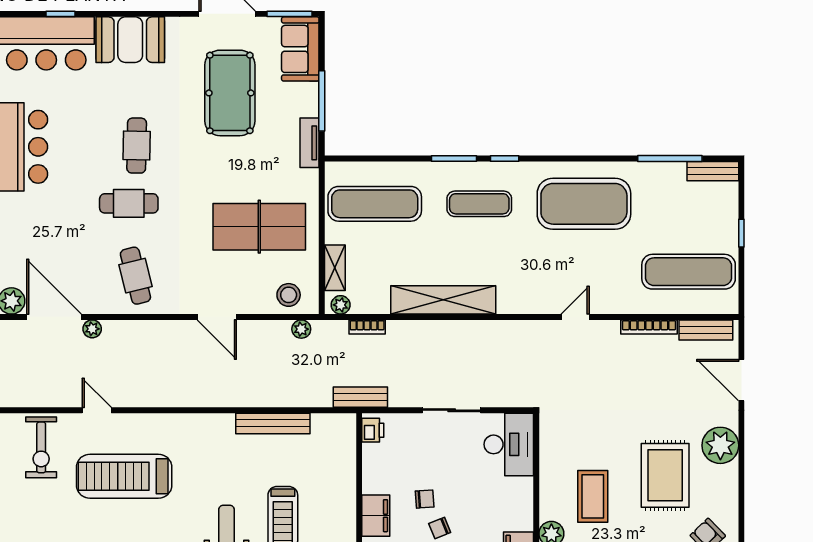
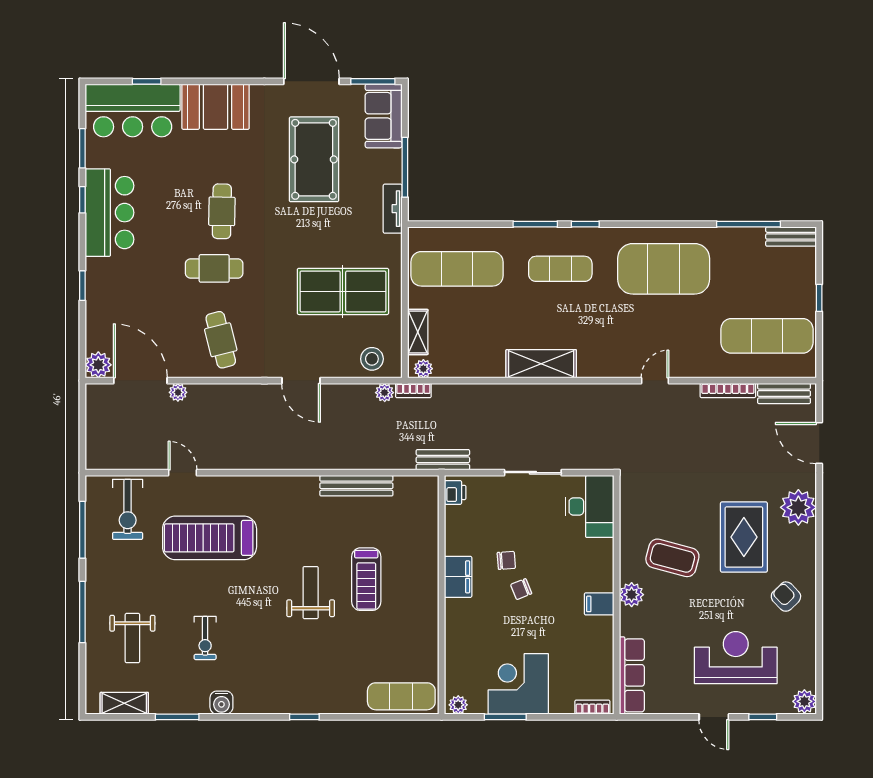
shelving: (443, 300) -> (541, 364), width x0.68
bookcase: (367, 327) -> (413, 391), moved
coffee table: (593, 496) -> (672, 558), turned -75

